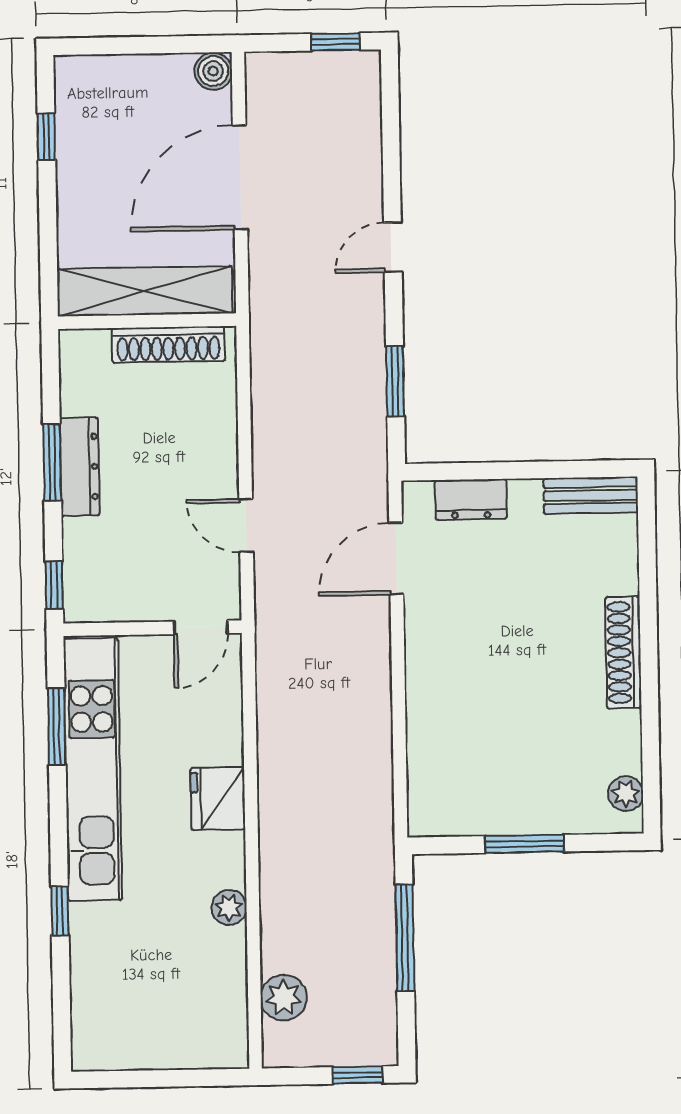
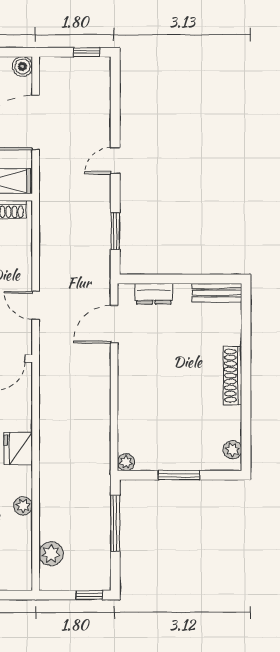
plant: (423, 821) -> (126, 462), added

